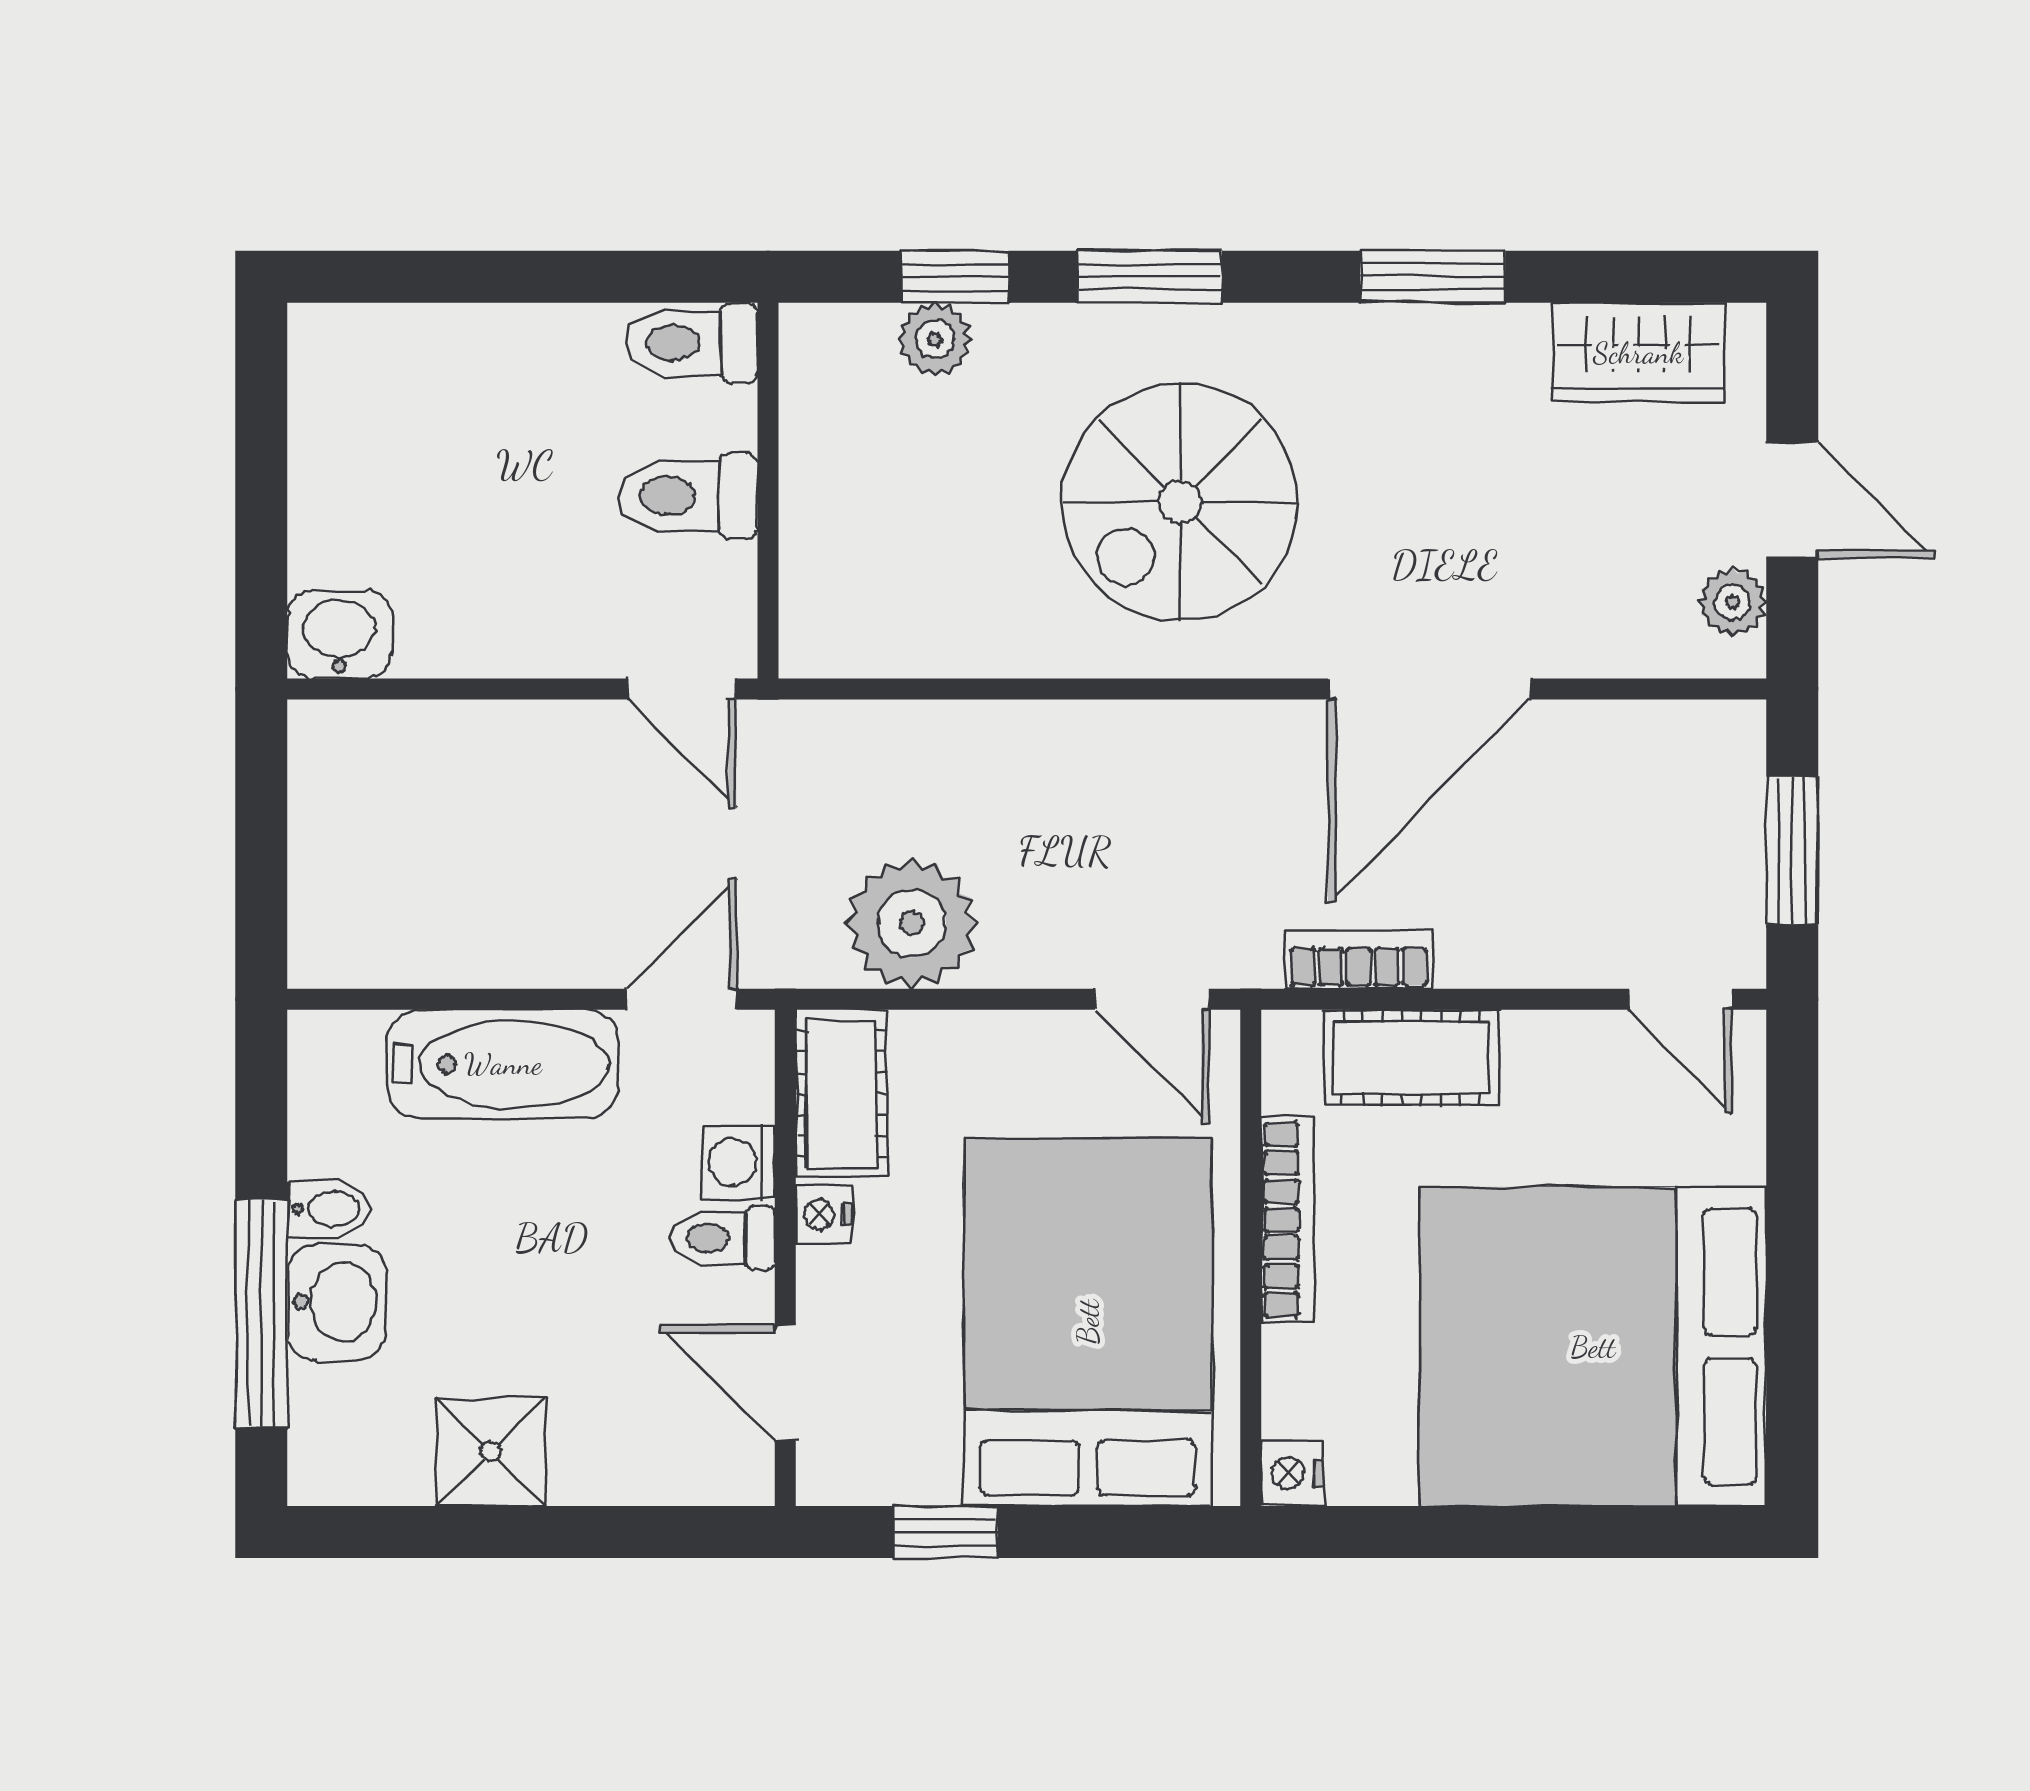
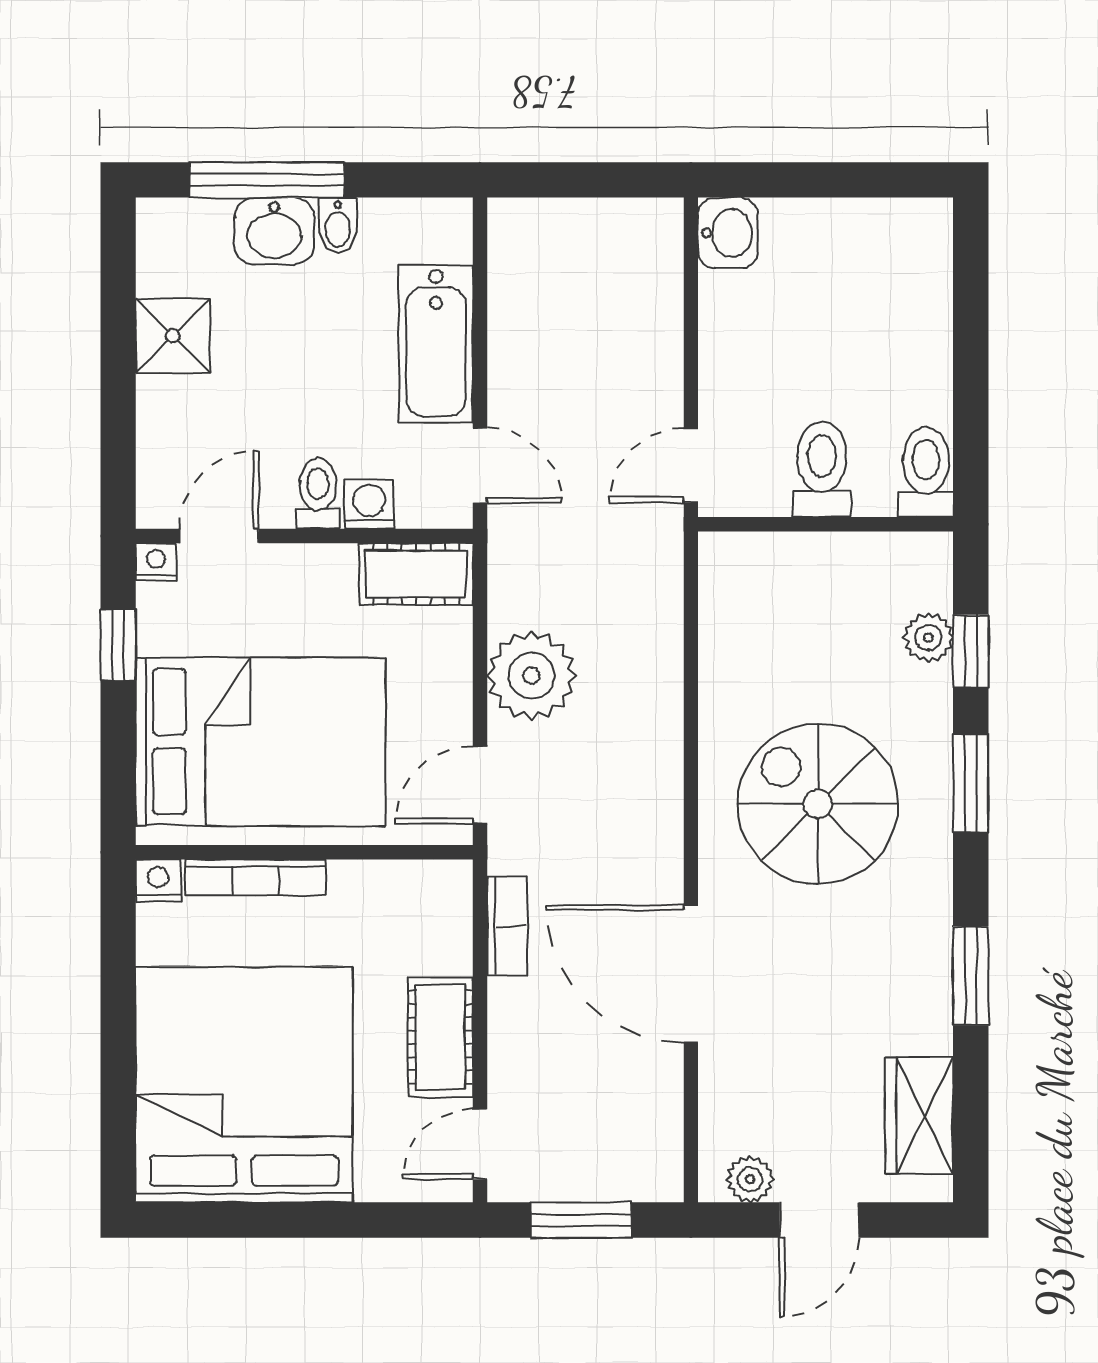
plant: (912, 923) -> (531, 676), moved
cot: (1411, 1057) -> (440, 1037), moved
nightstand: (824, 1214) -> (156, 562), moved
bookcase: (1288, 1220) -> (255, 877), moved

